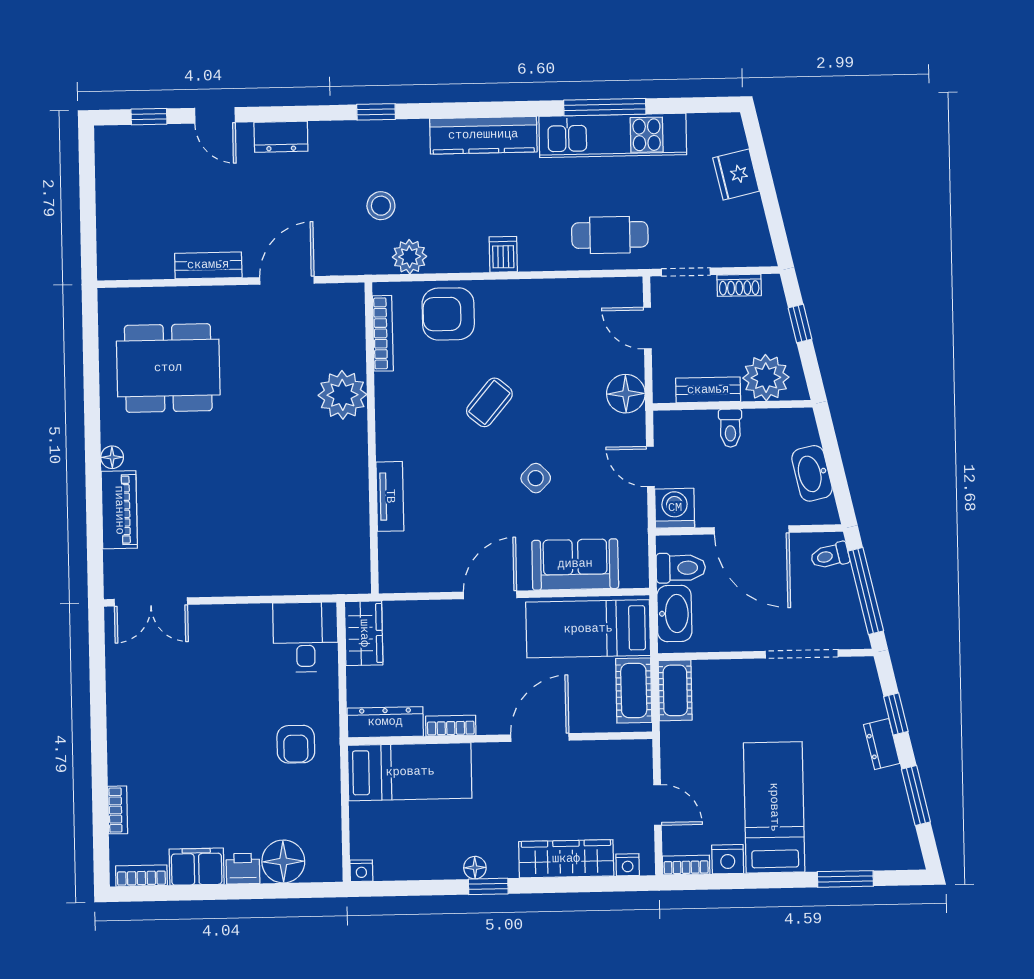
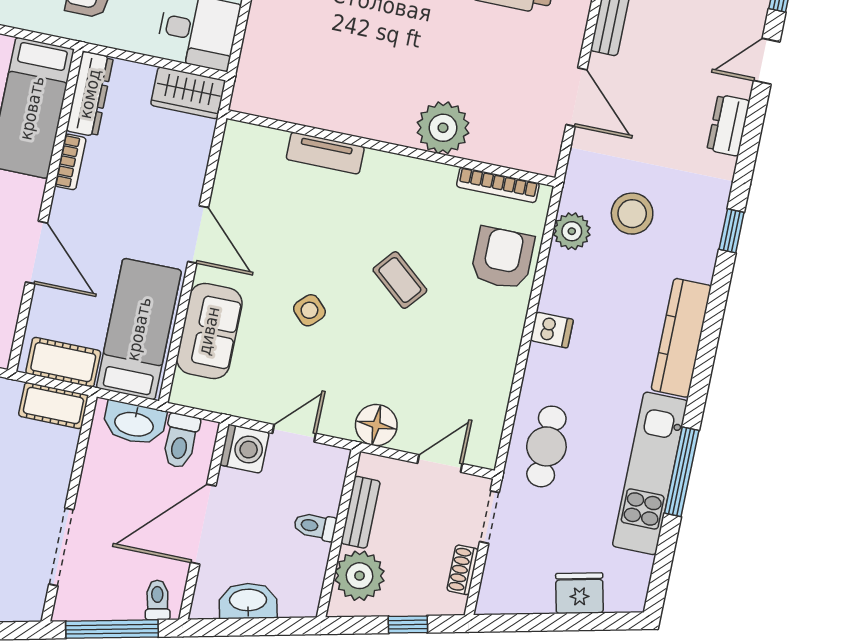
stool: (381, 206) -> (632, 214), width x1.38, depth x1.38

